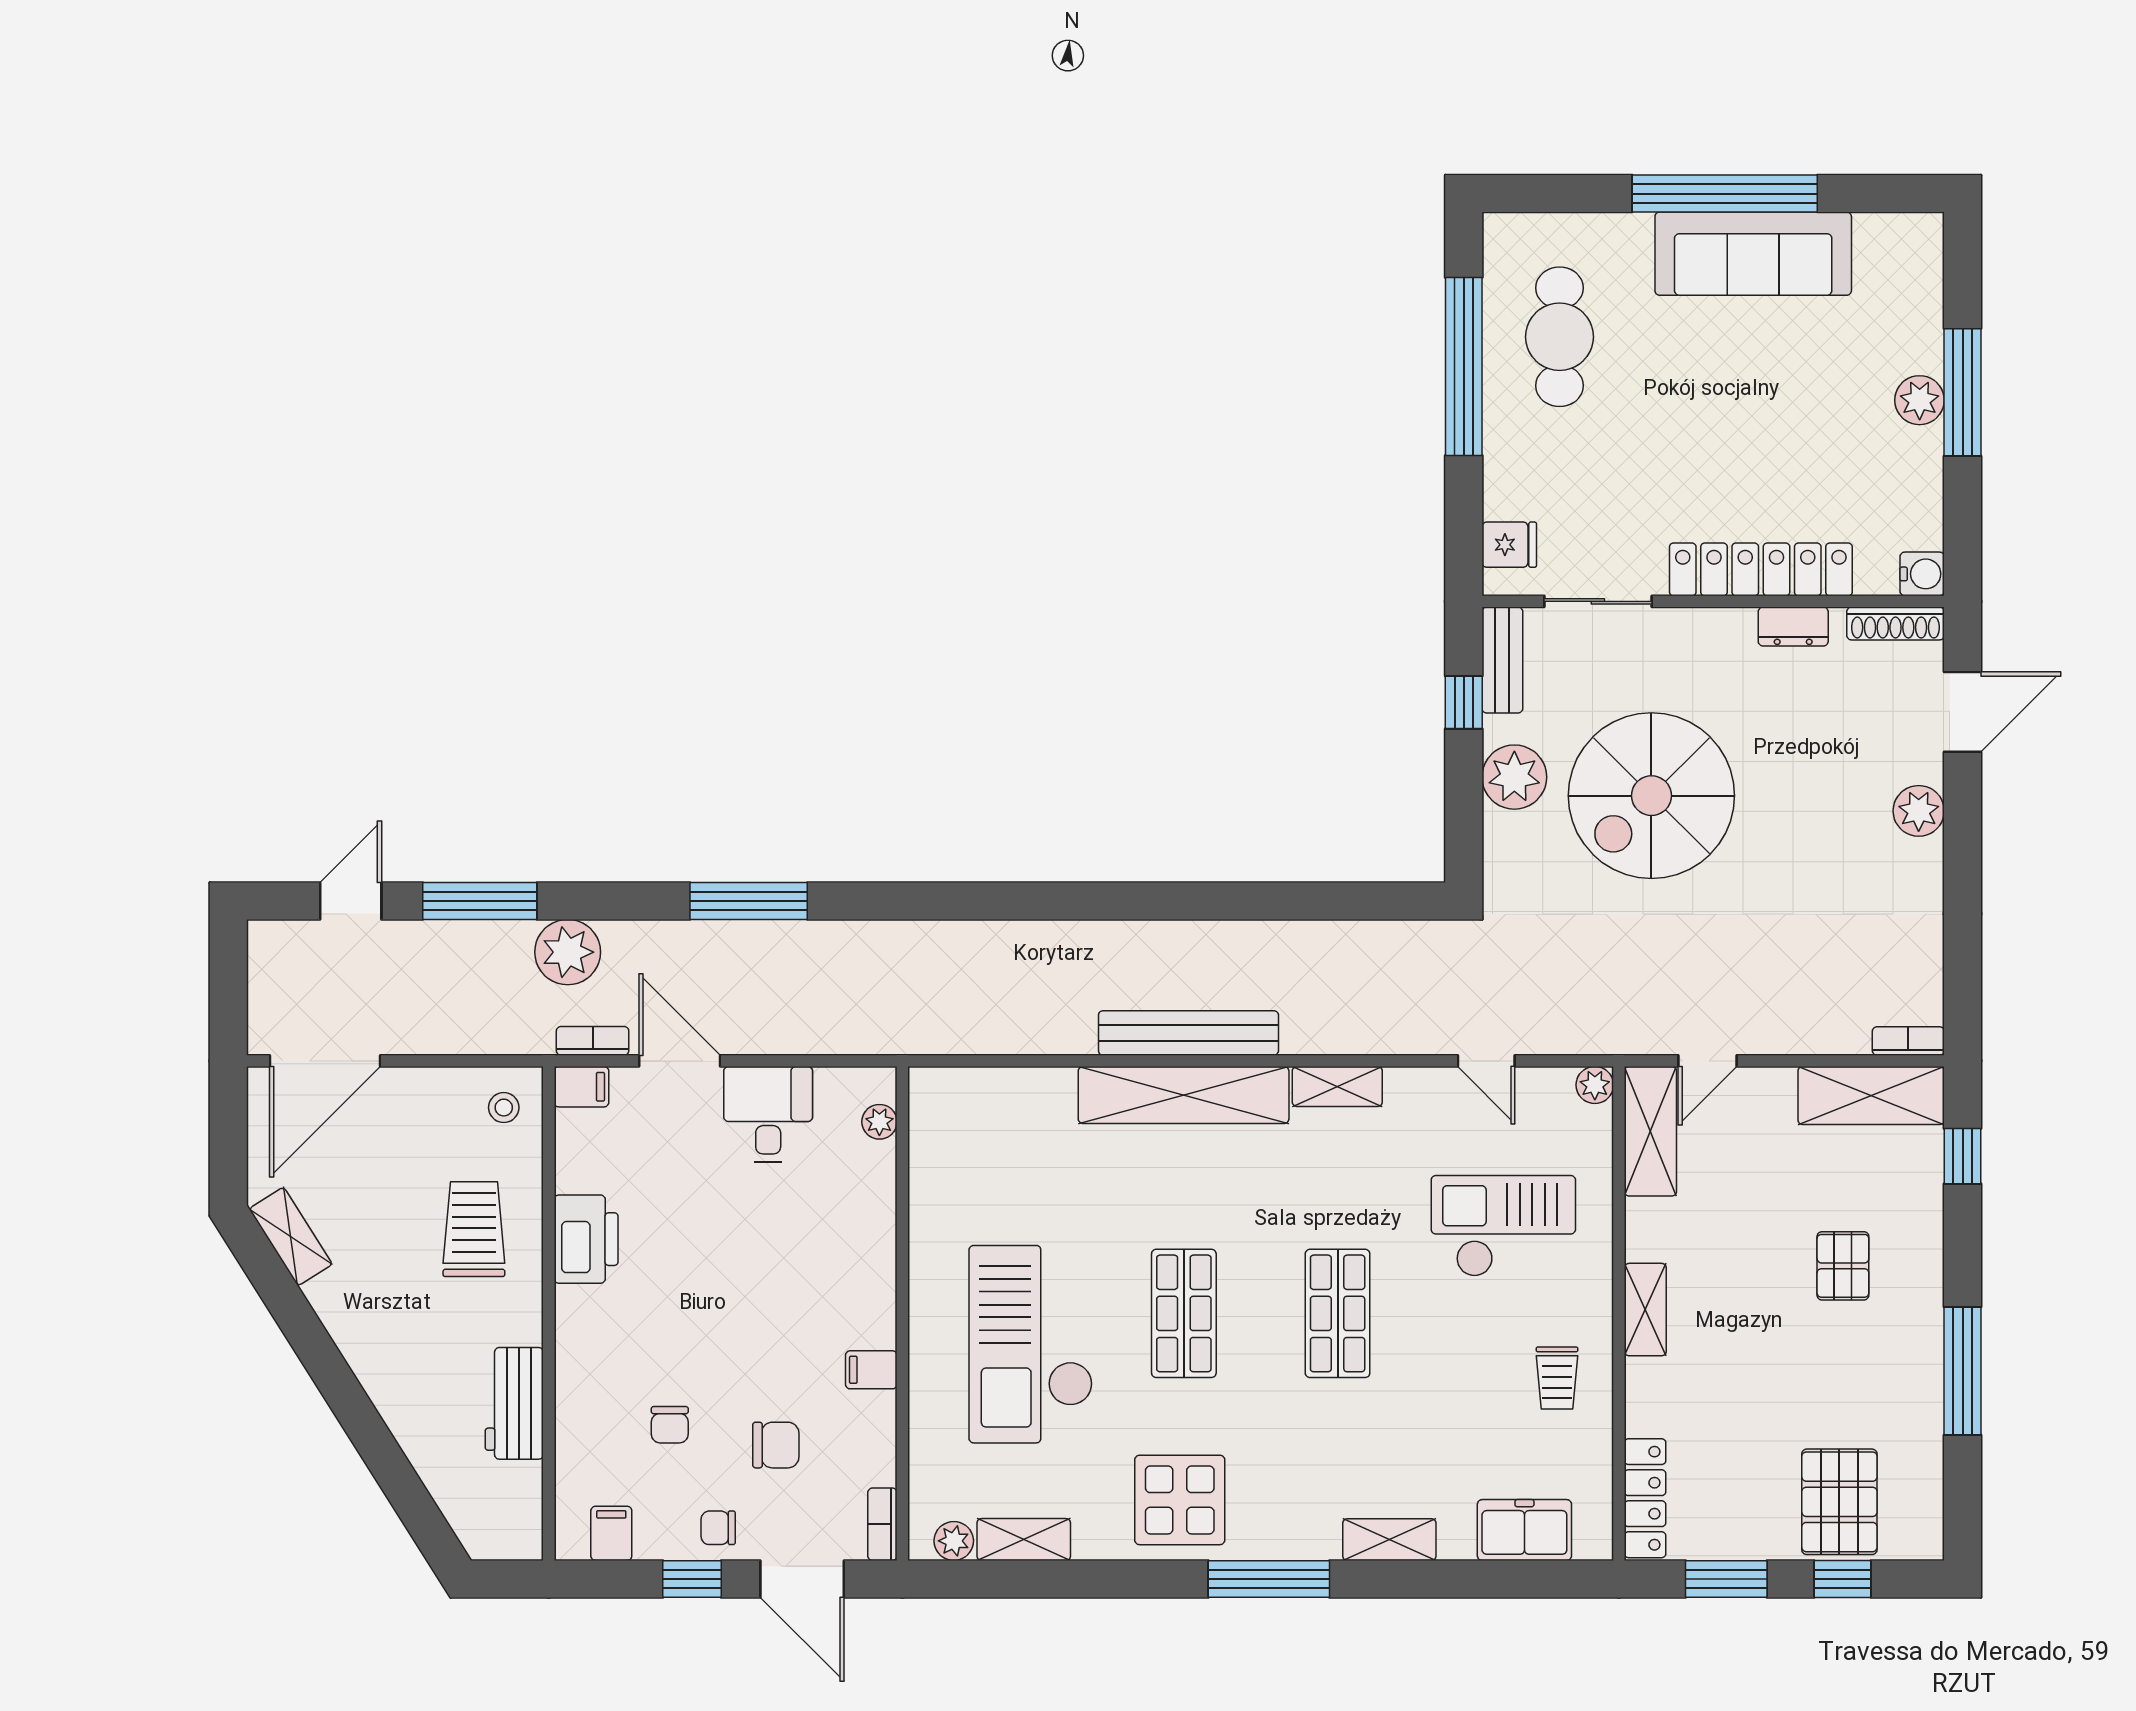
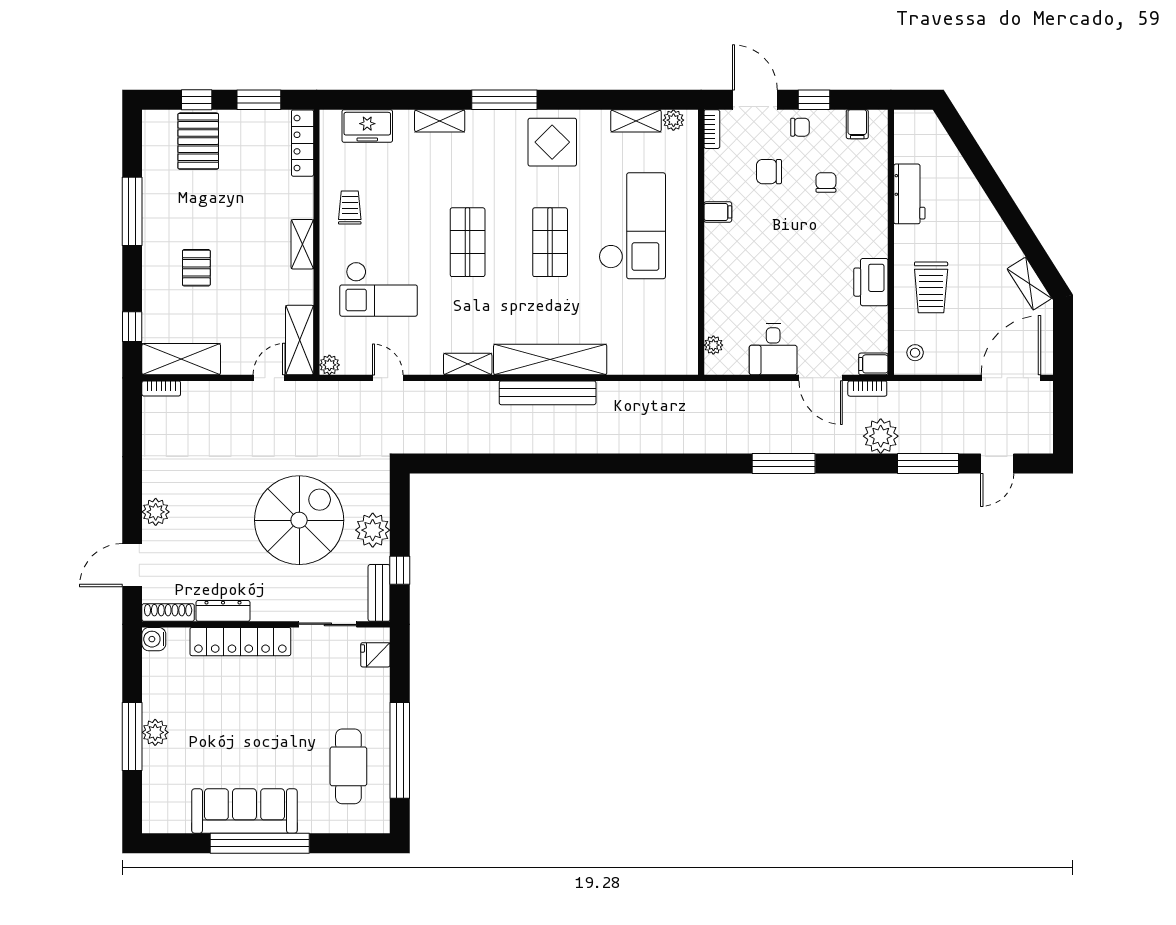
dresser: (1793, 627) -> (223, 611), width x1.44

